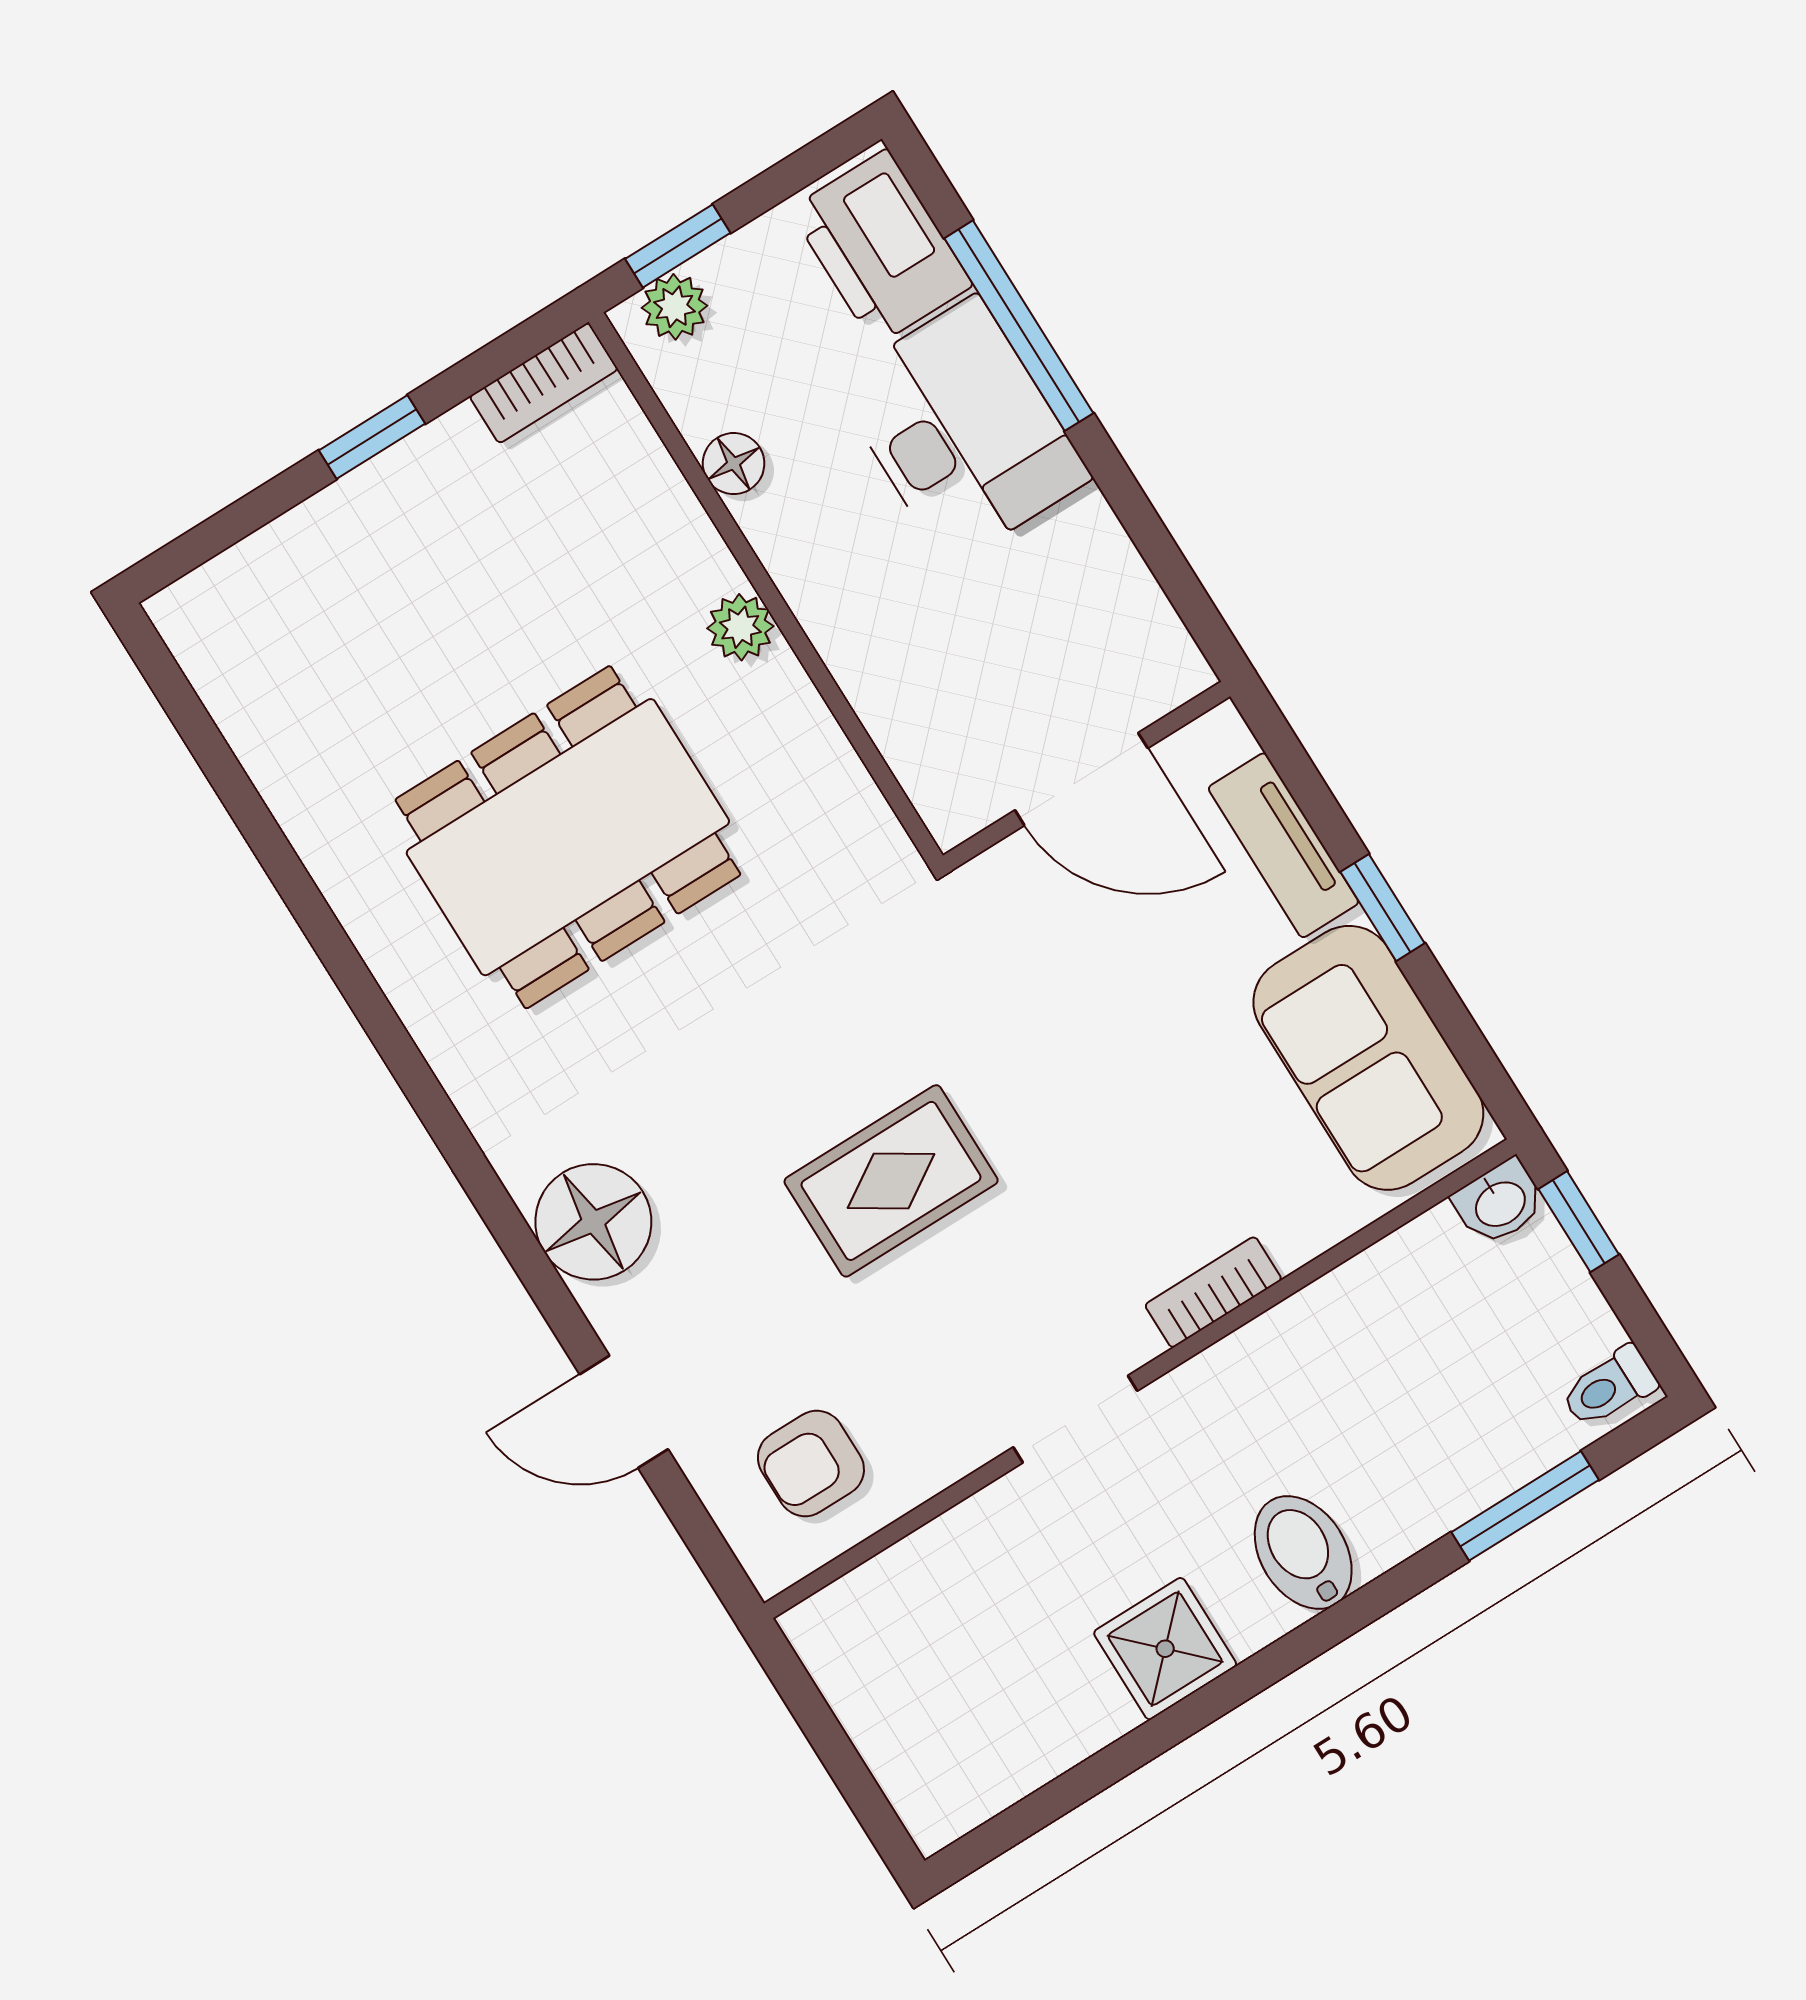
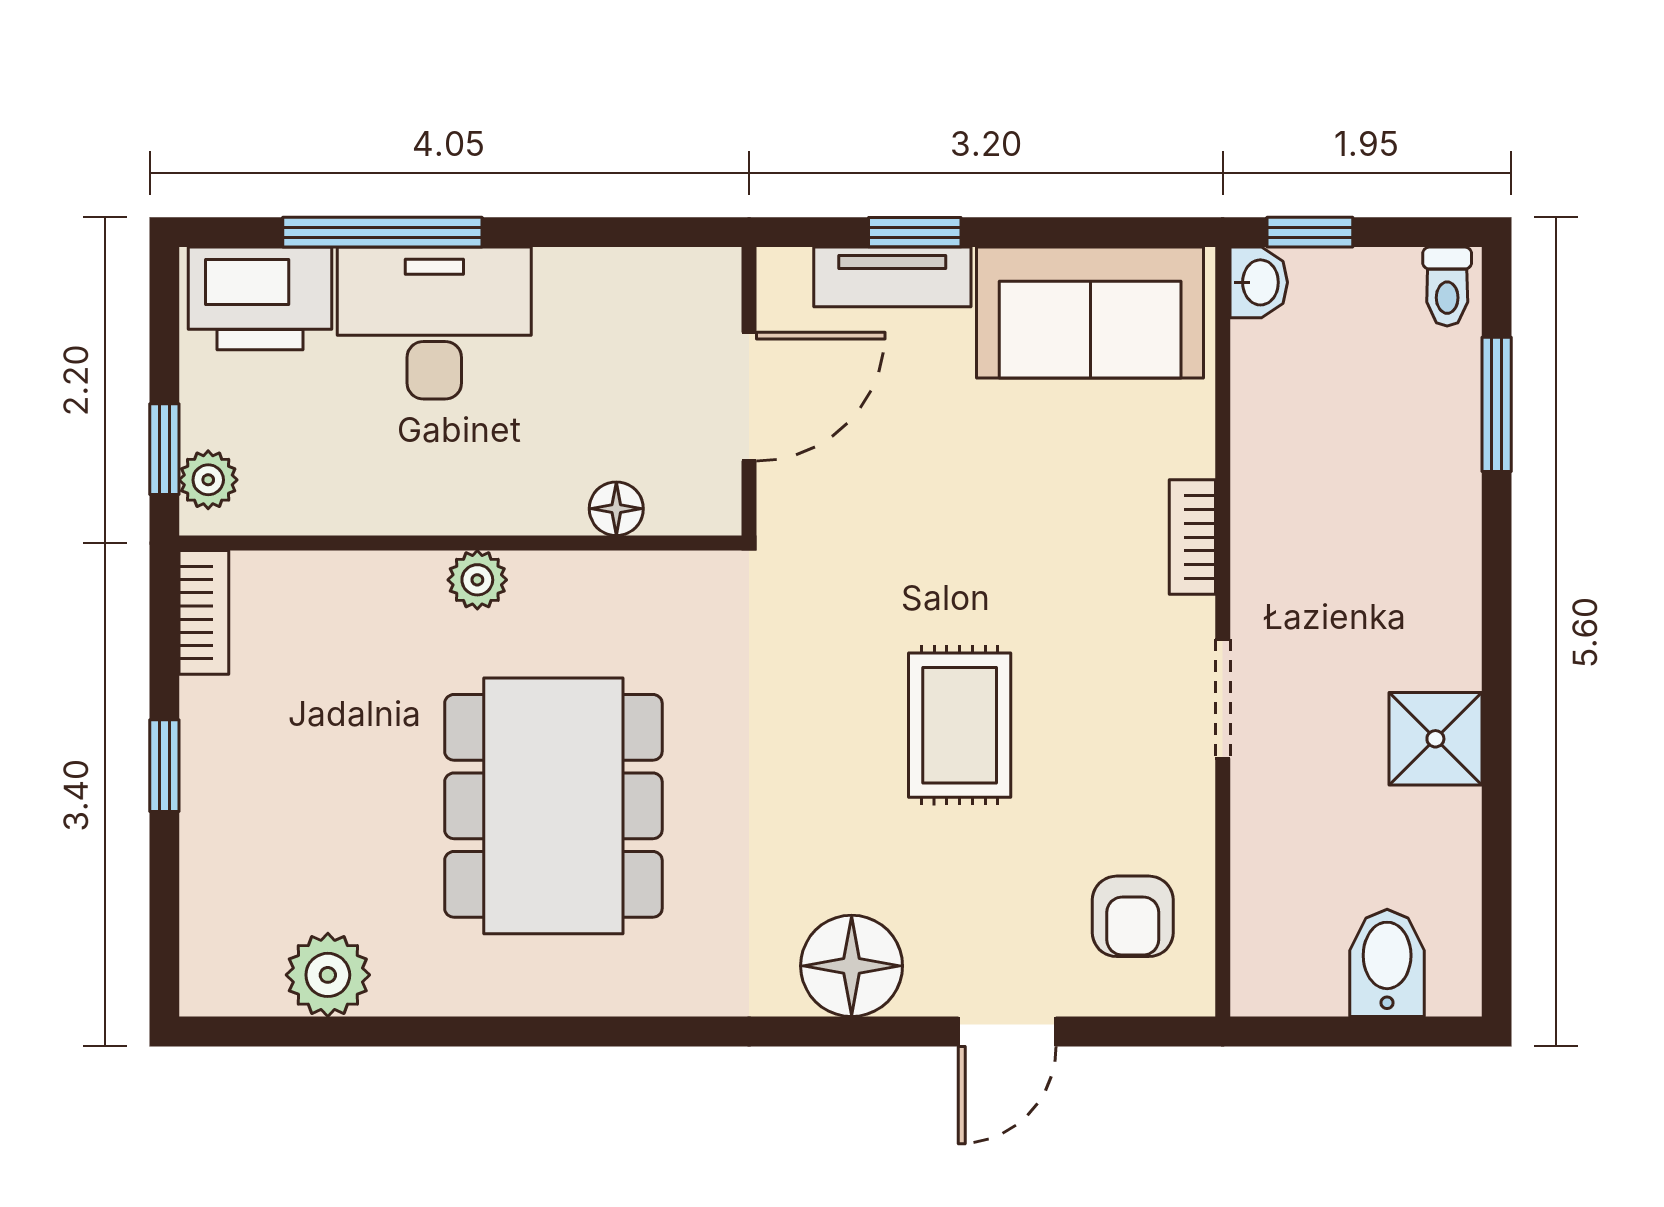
floor lamp: (734, 464) -> (616, 509), moved
plant: (268, 721) -> (328, 975), added
window: (1382, 908) -> (915, 232), moved
bidet: (1303, 1552) -> (1387, 963), moved, turned 90

